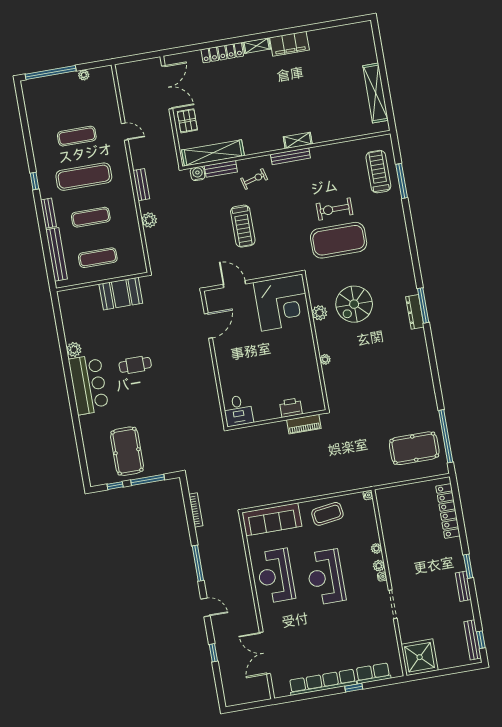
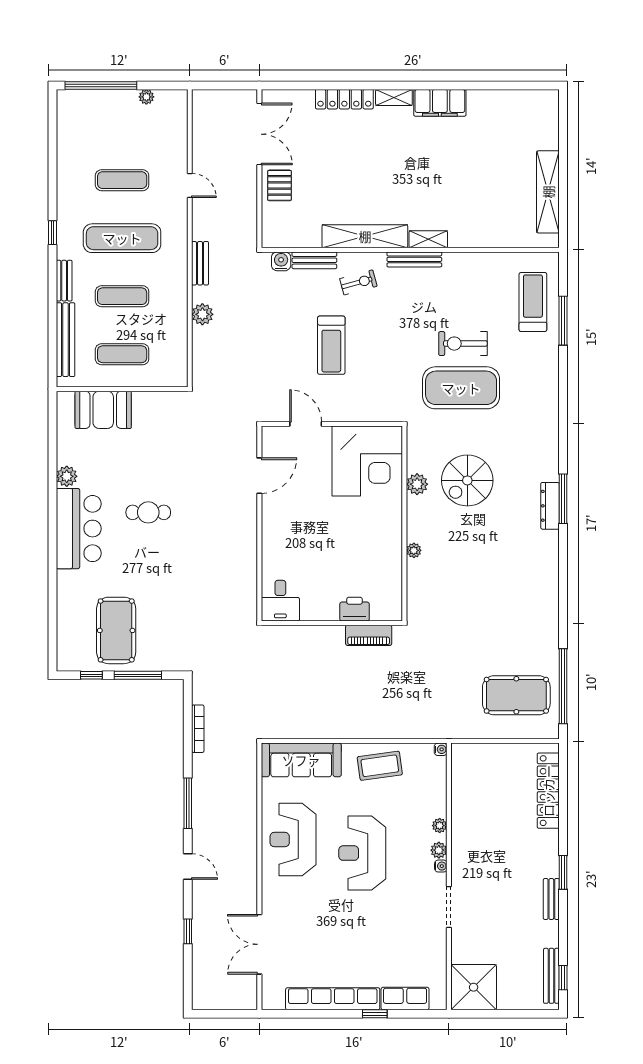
shelving: (213, 153) -> (365, 236), moved
booth: (121, 294) -> (103, 410), moved

